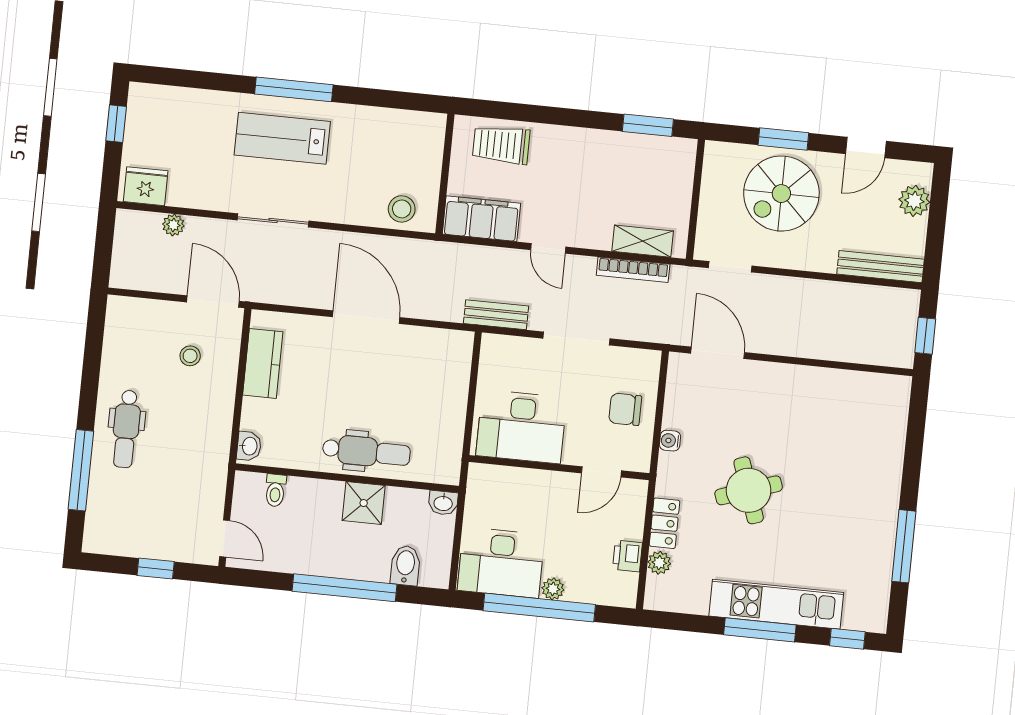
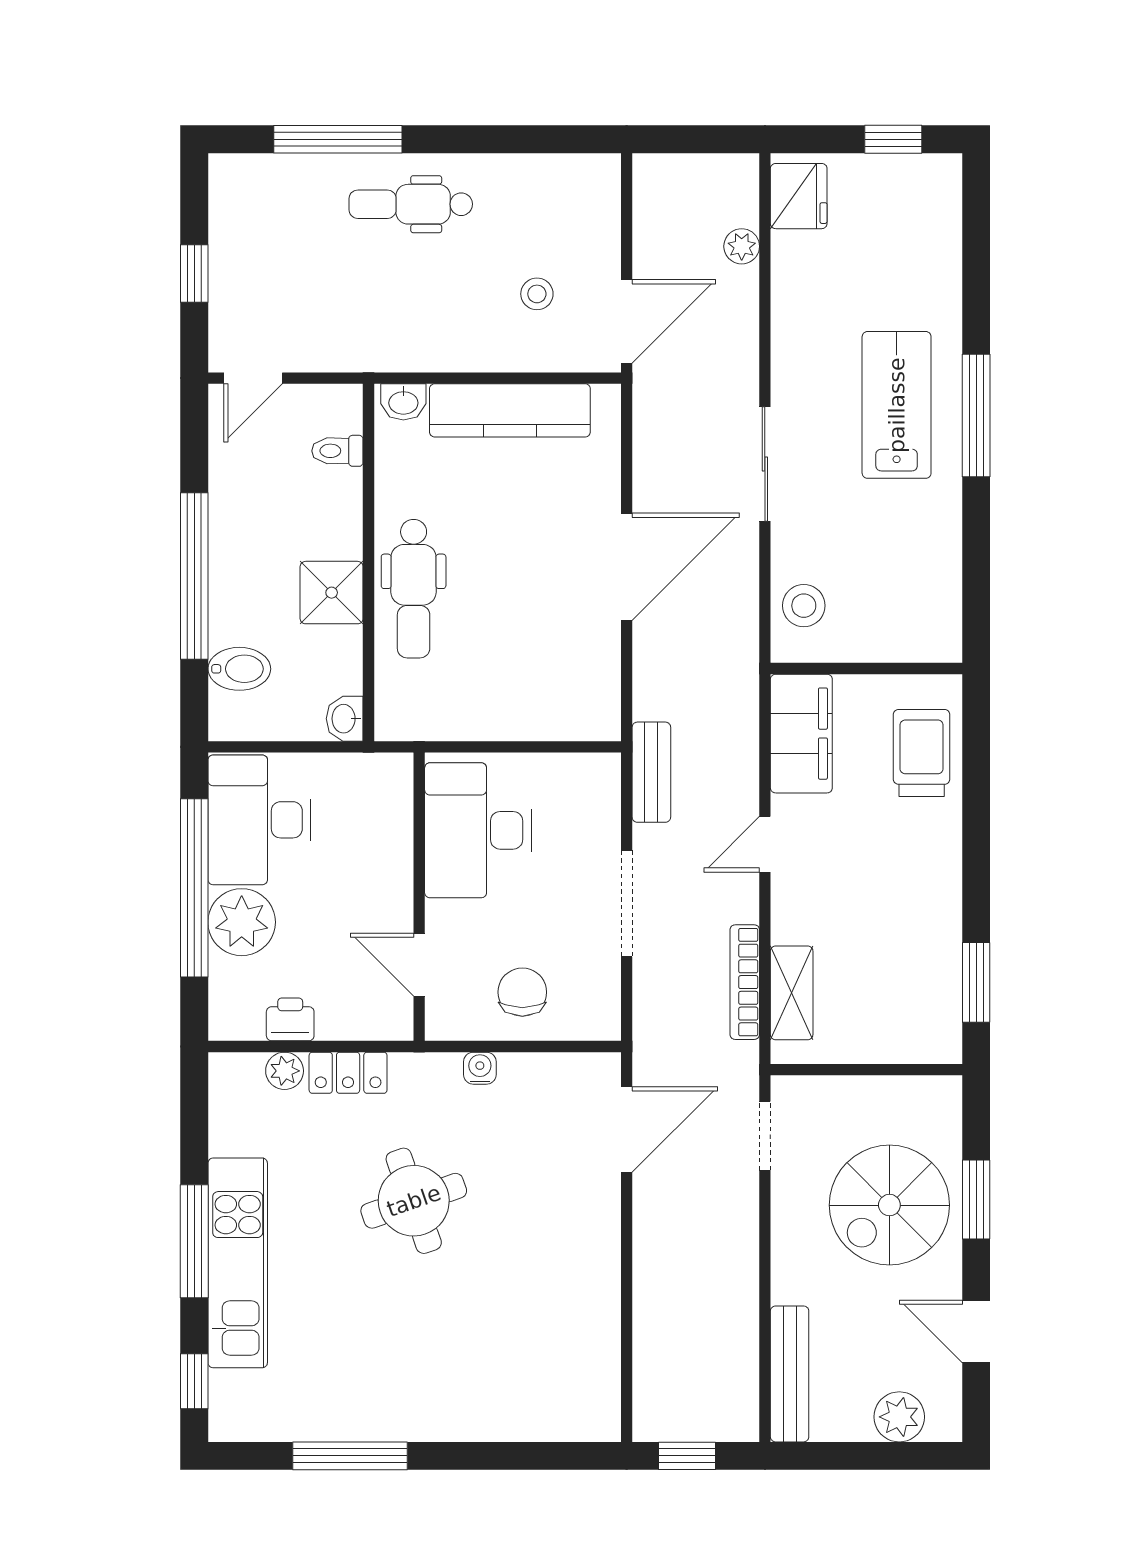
spiral stairs: (781, 194) -> (889, 1205), turned -90
sliding door: (273, 220) -> (765, 464), moved
kitchen counter: (263, 363) -> (510, 410), width x1.50
plant: (553, 589) -> (242, 922), width x1.87, depth x1.87

